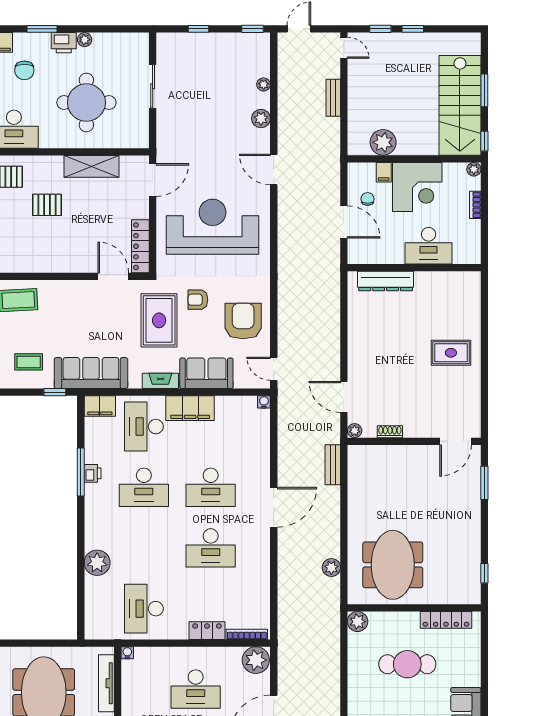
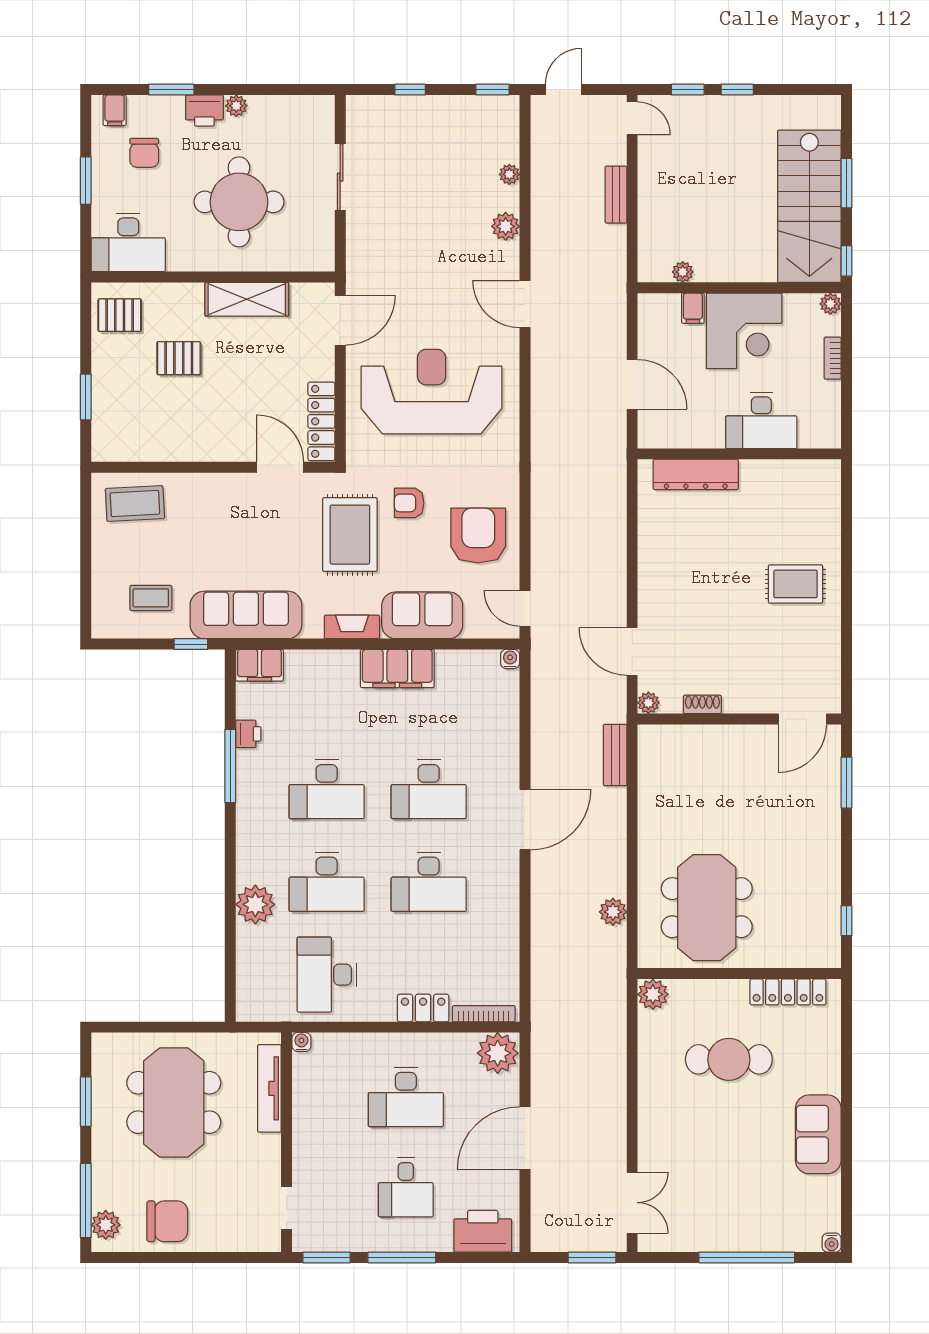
plant: (383, 142) -> (683, 272), width x0.53, depth x0.53
chair: (368, 199) -> (668, 349), removed
desk: (144, 427) -> (327, 882), moved, turned -90
printer: (93, 473) -> (248, 734), moved

